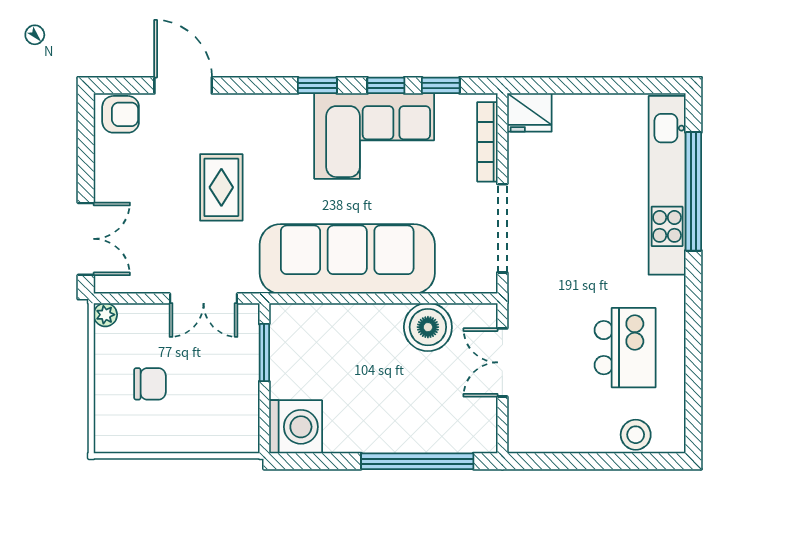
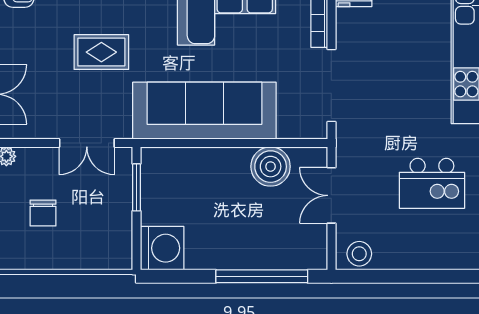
rug: (221, 187) -> (101, 52), turned 90
kitchen island: (625, 348) -> (432, 183), turned 90
chair: (150, 384) -> (43, 213), turned 90
stool: (636, 435) -> (359, 254), moved

